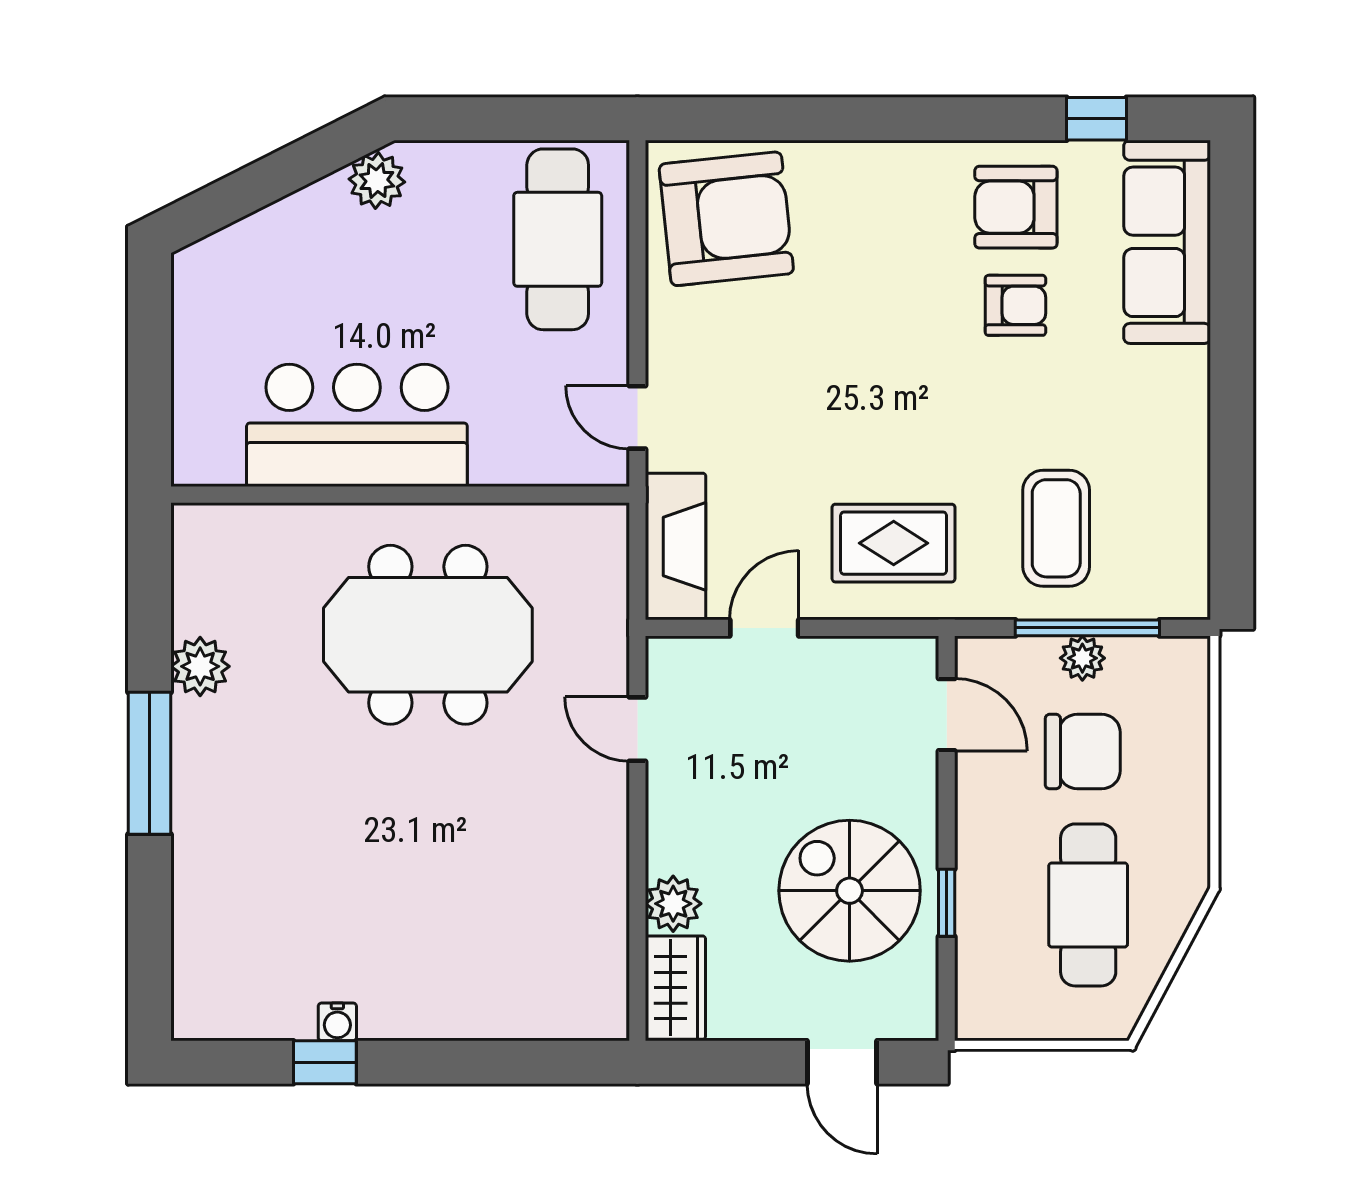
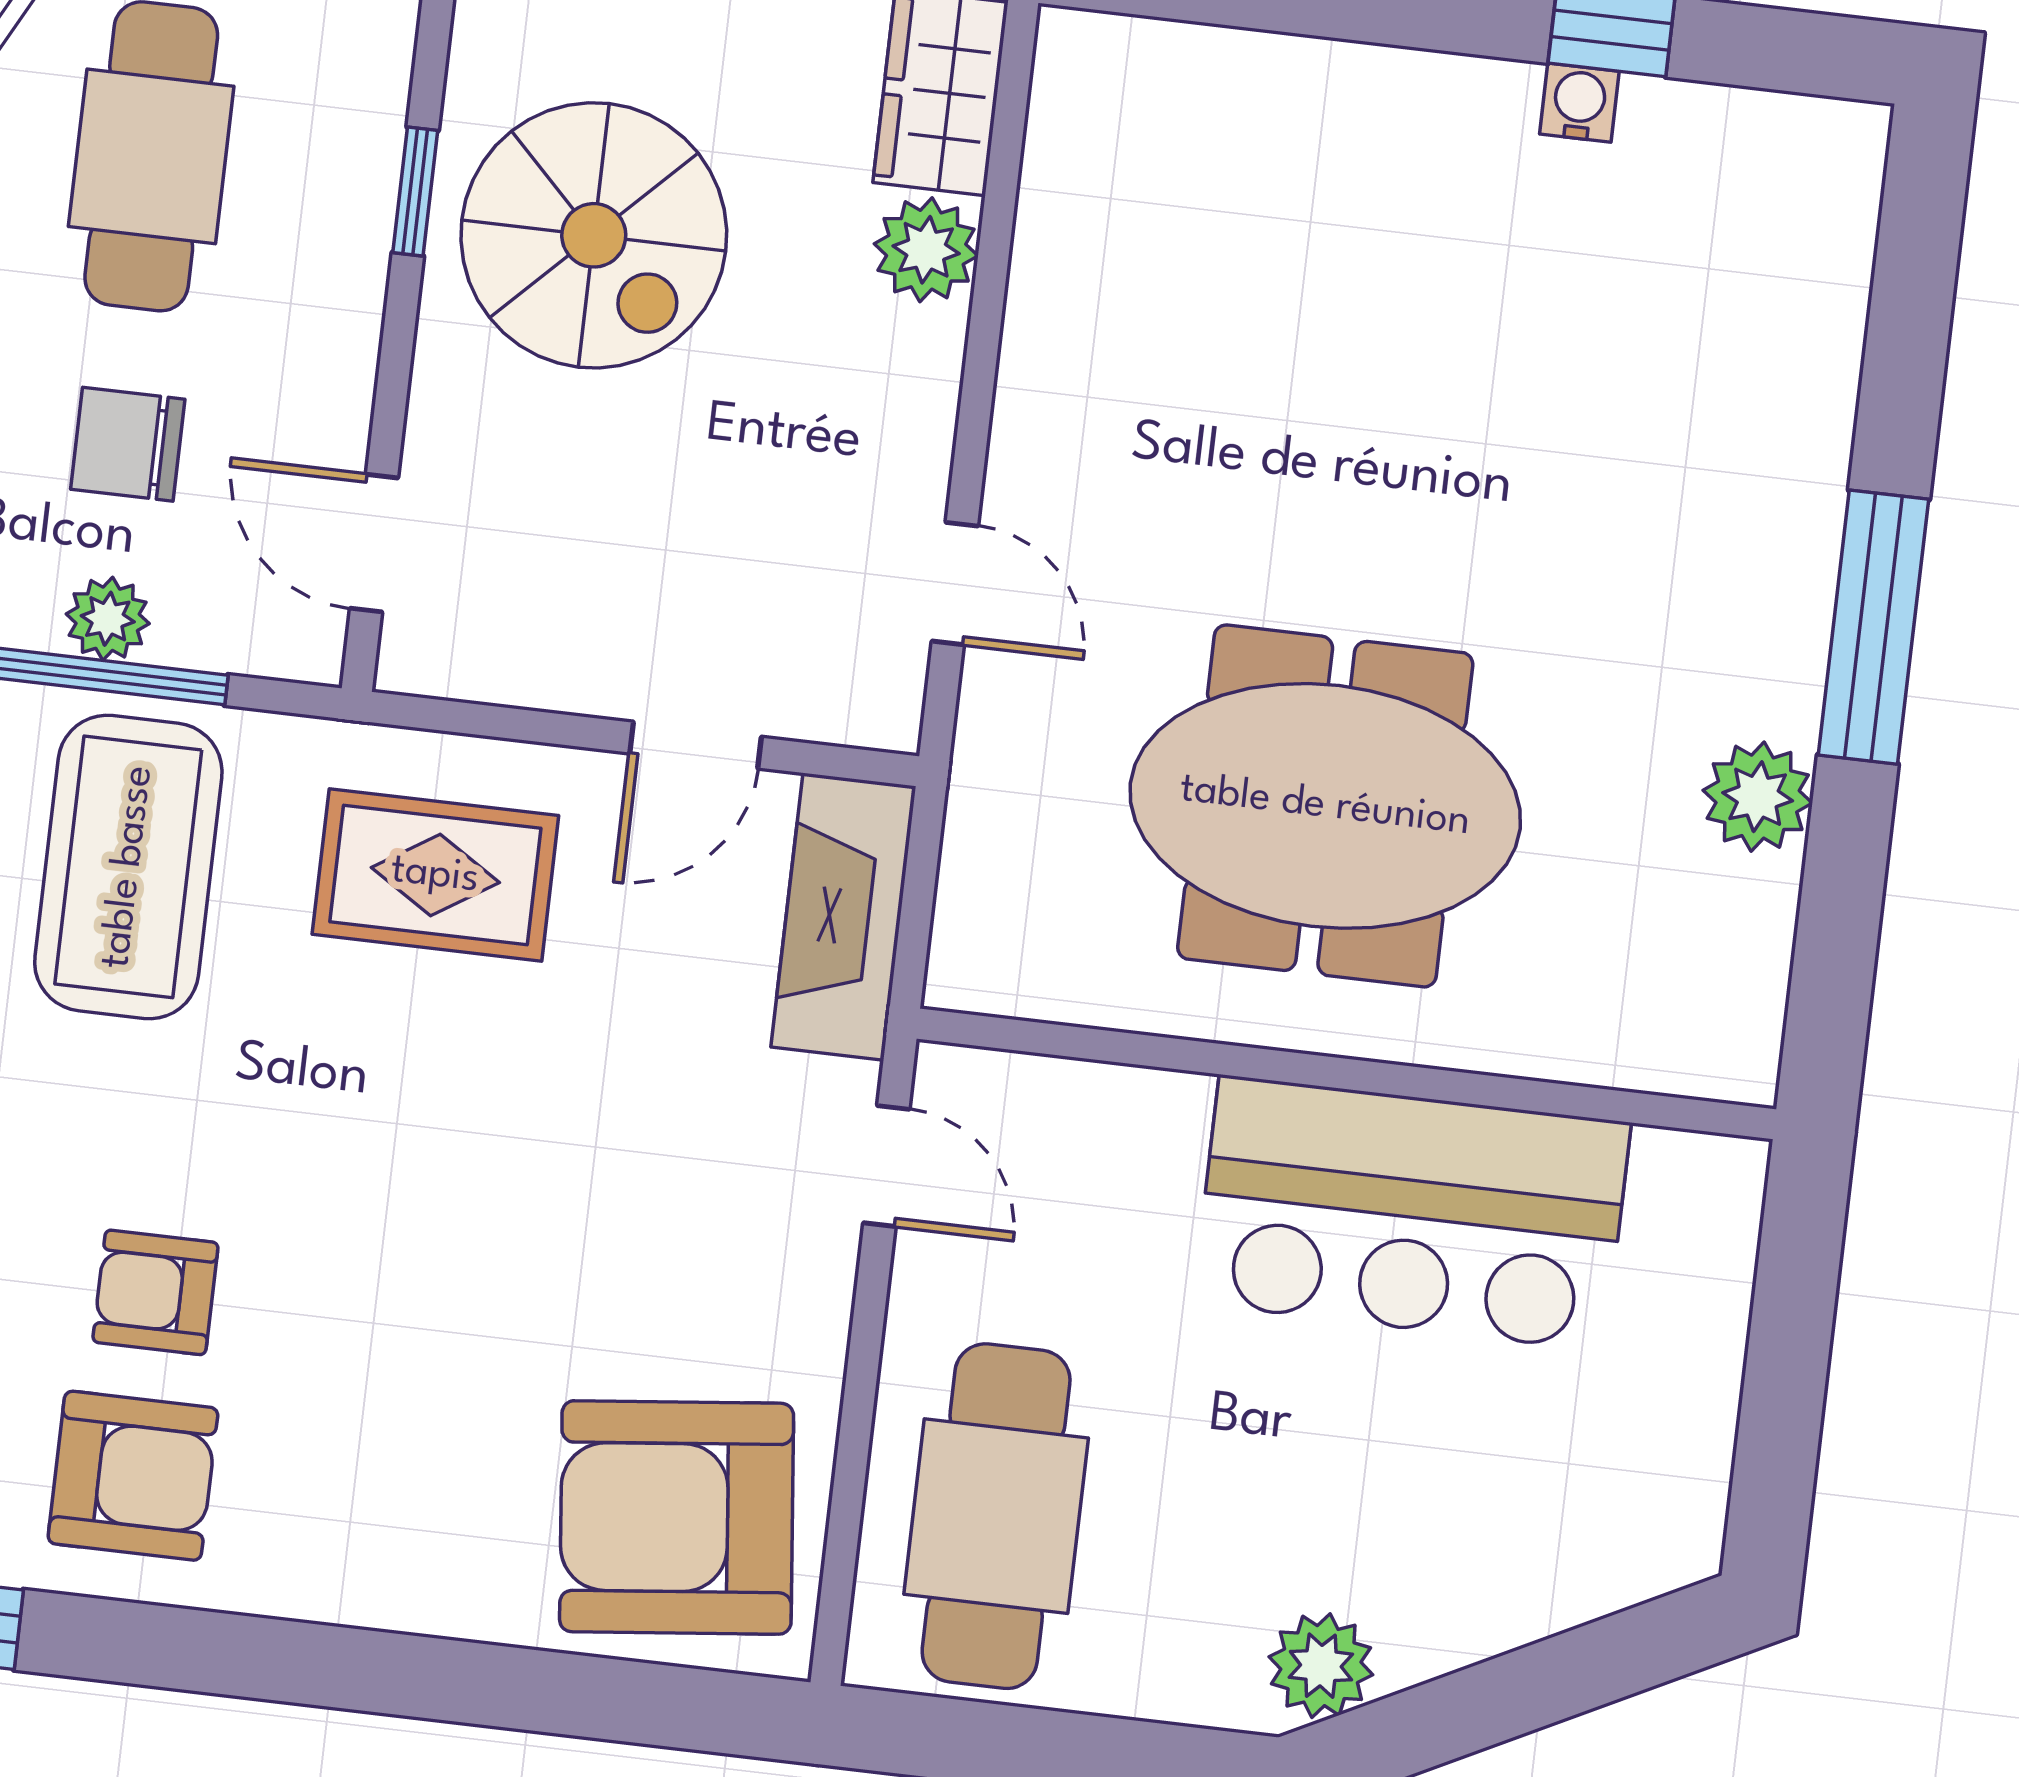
coffee table: (1056, 528) -> (128, 867), width x1.36, depth x1.32
chair: (1083, 752) -> (128, 444), width x0.73, depth x0.73

